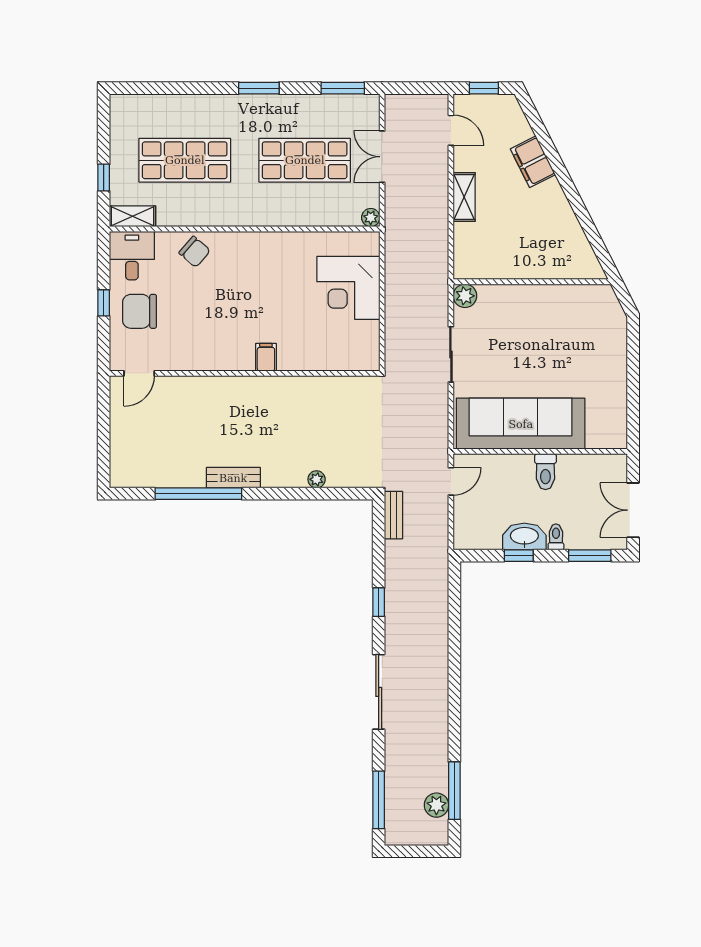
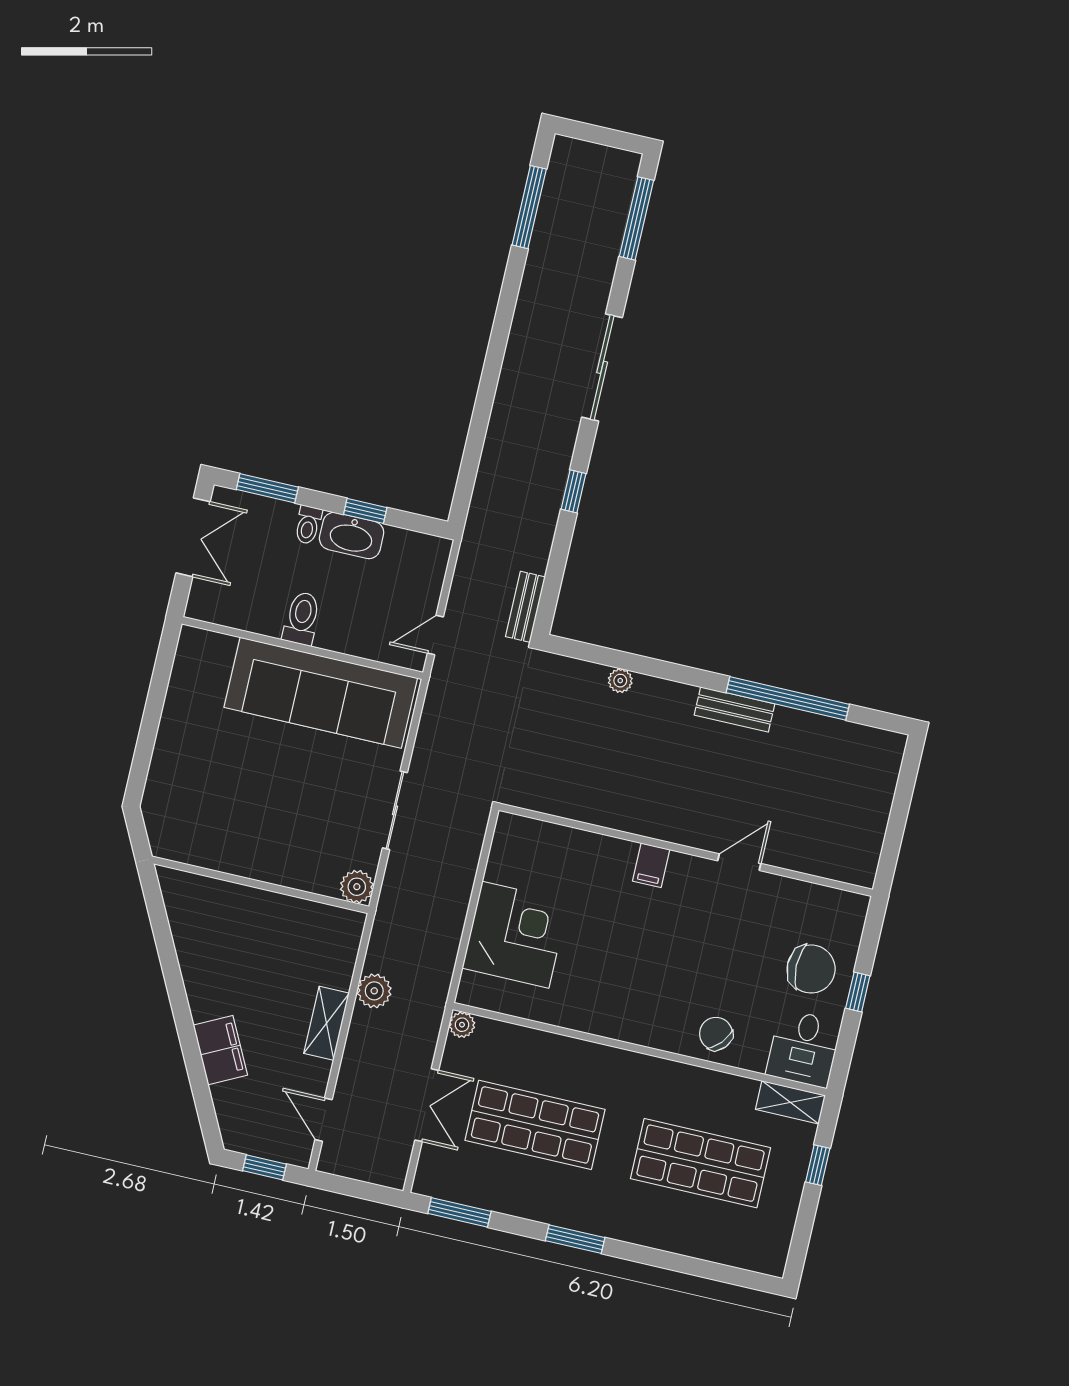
door: (139, 373) -> (739, 862), moved
plant: (436, 805) -> (374, 991), moved

